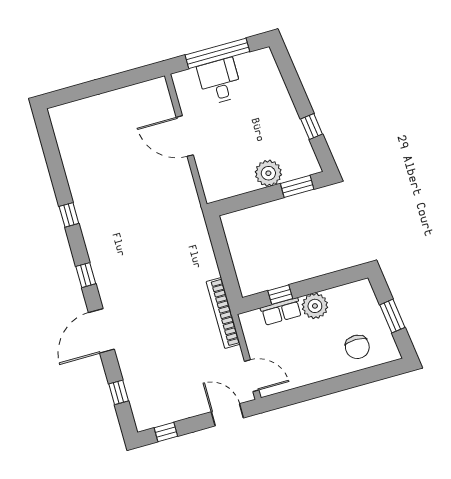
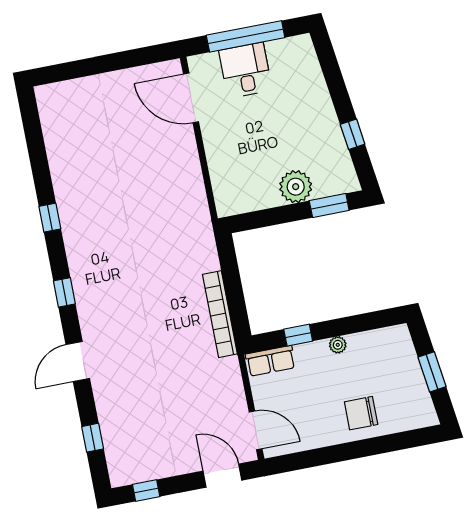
door: (185, 136) -> (191, 98), moved
plant: (315, 306) -> (338, 345), width x0.53, depth x0.53
row of seats: (281, 311) -> (270, 361), moved
bookcase: (223, 313) -> (220, 314), moved
door: (101, 331) -> (78, 362), width x0.73
chair: (357, 347) -> (361, 413), moved, turned 90

